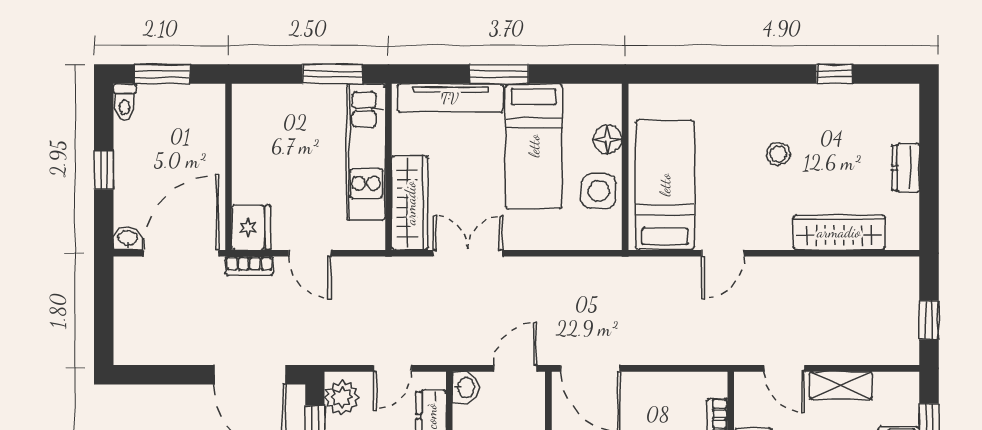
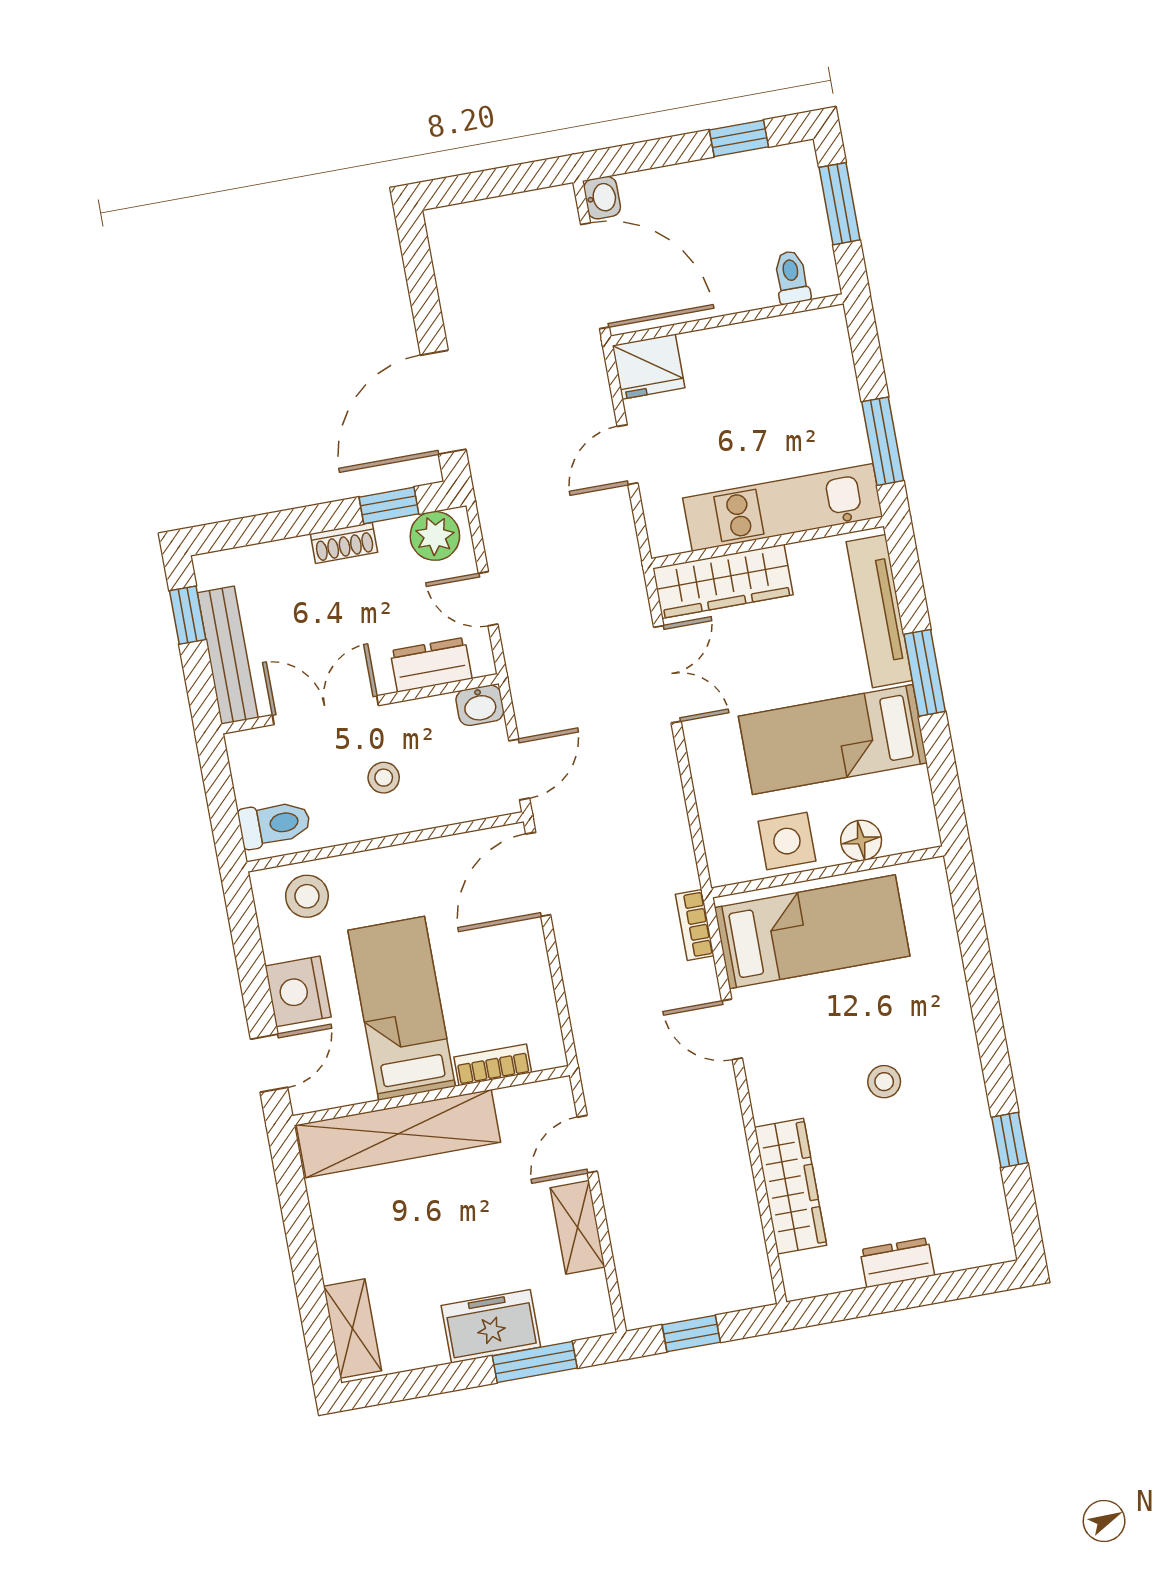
toilet: (125, 102) -> (792, 277), moved, turned 90
window: (104, 170) -> (739, 138), moved
bookcase: (249, 266) -> (695, 925), moved
door: (515, 368) -> (519, 769), hinge flipped

